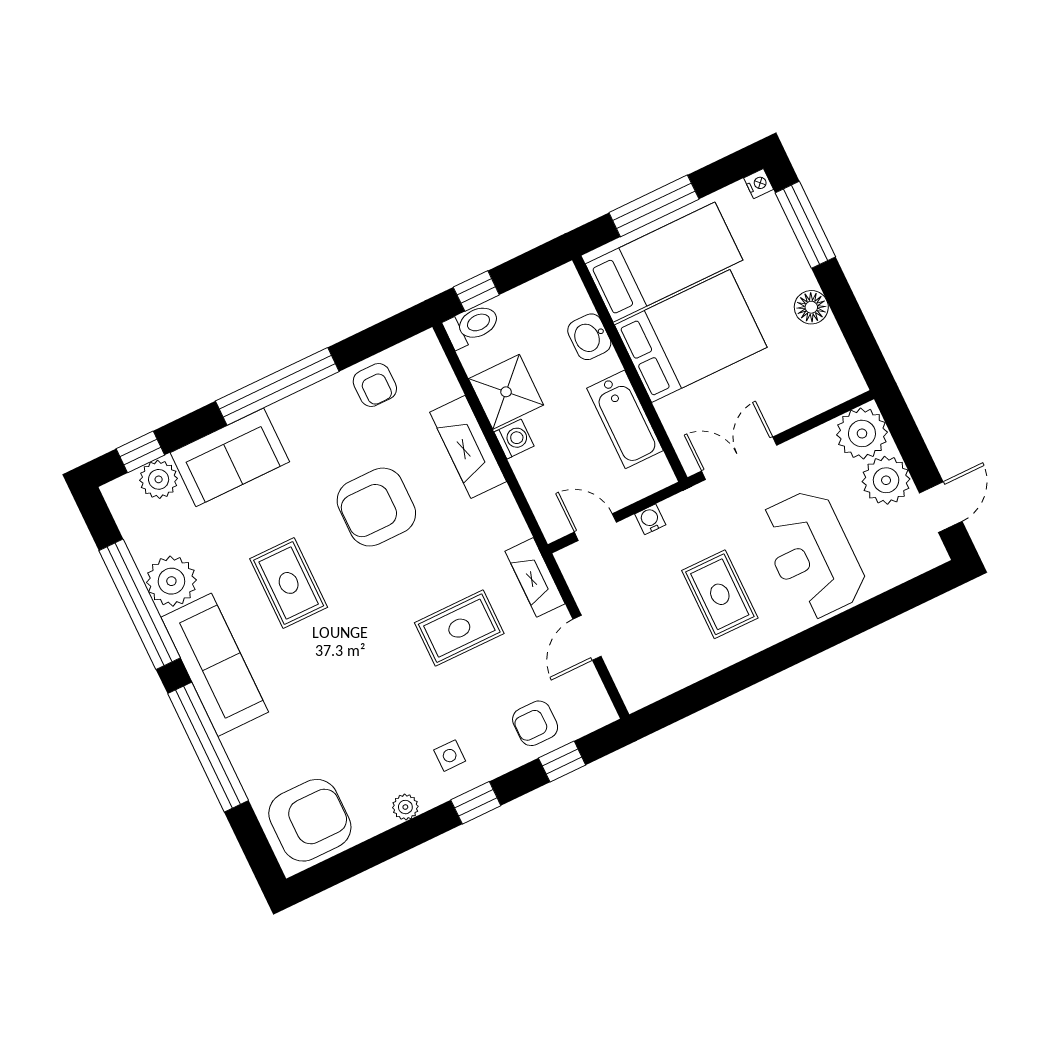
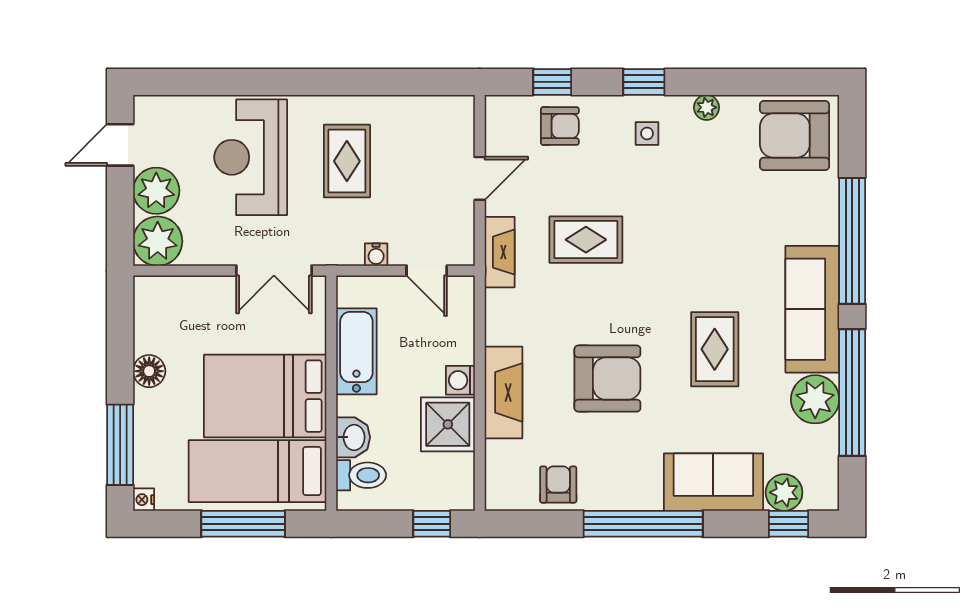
toilet: (472, 326) -> (361, 475), moved, turned 180
reception desk: (812, 554) -> (251, 157), turned 180

